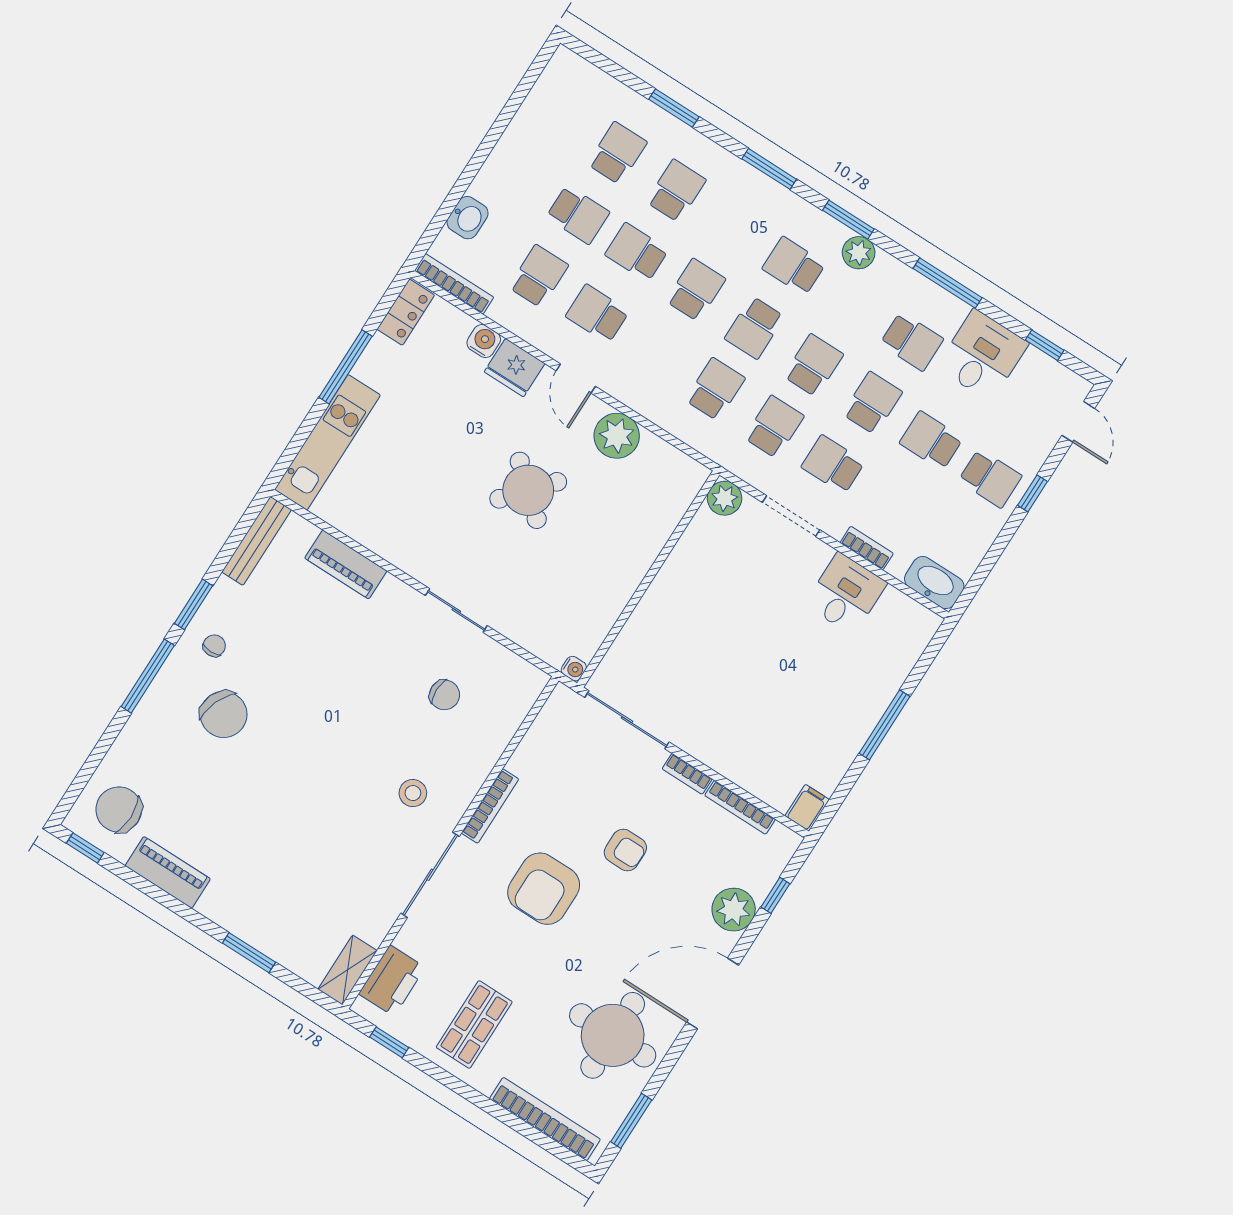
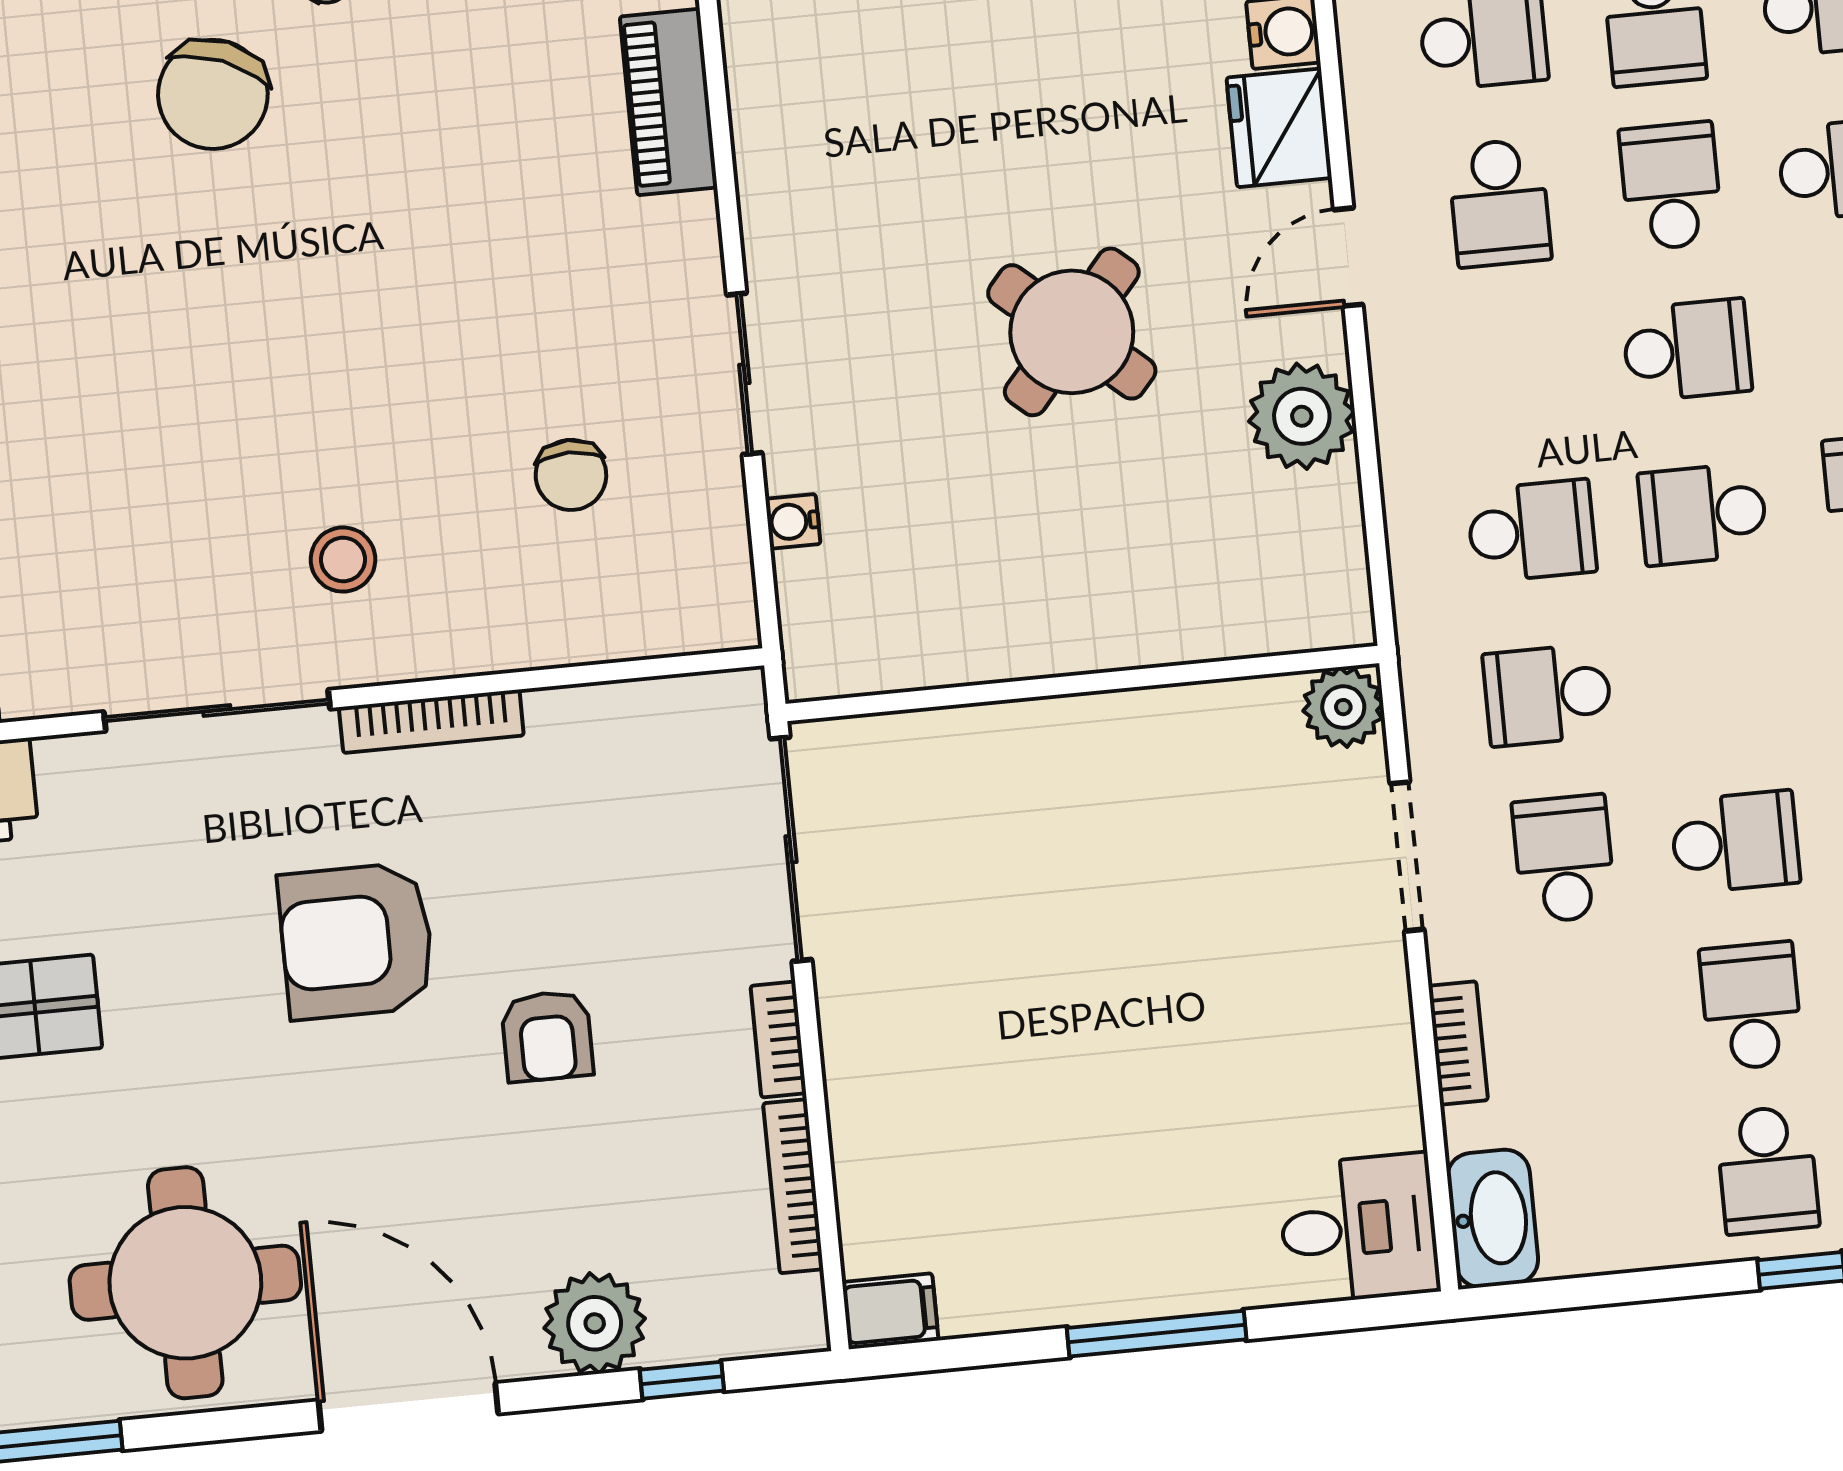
school desk: (597, 314) -> (1499, 203), turned 180
school desk: (813, 365) -> (1719, 678), removed
school desk: (774, 427) -> (1548, 695), turned 180
desk: (846, 594) -> (1359, 1229), moved
water cooler: (574, 669) -> (793, 521), moved, turned 90

